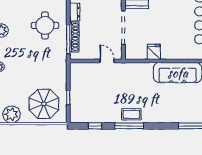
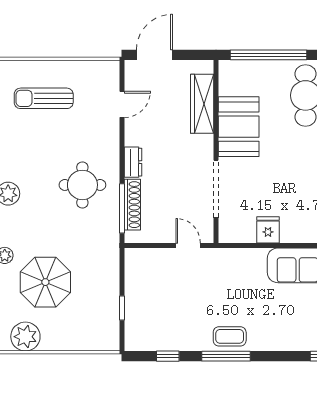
parasol: (44, 104) -> (45, 282), moved

